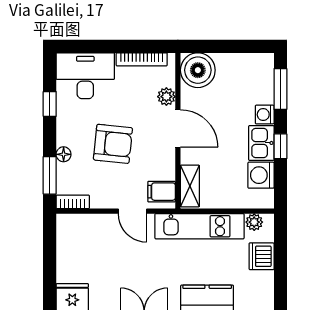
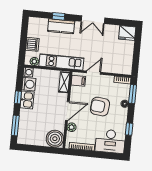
washing machine: (265, 115) -> (28, 72), moved
door: (178, 129) -> (67, 111), swing flipped
door: (133, 211) -> (94, 73), hinge flipped

